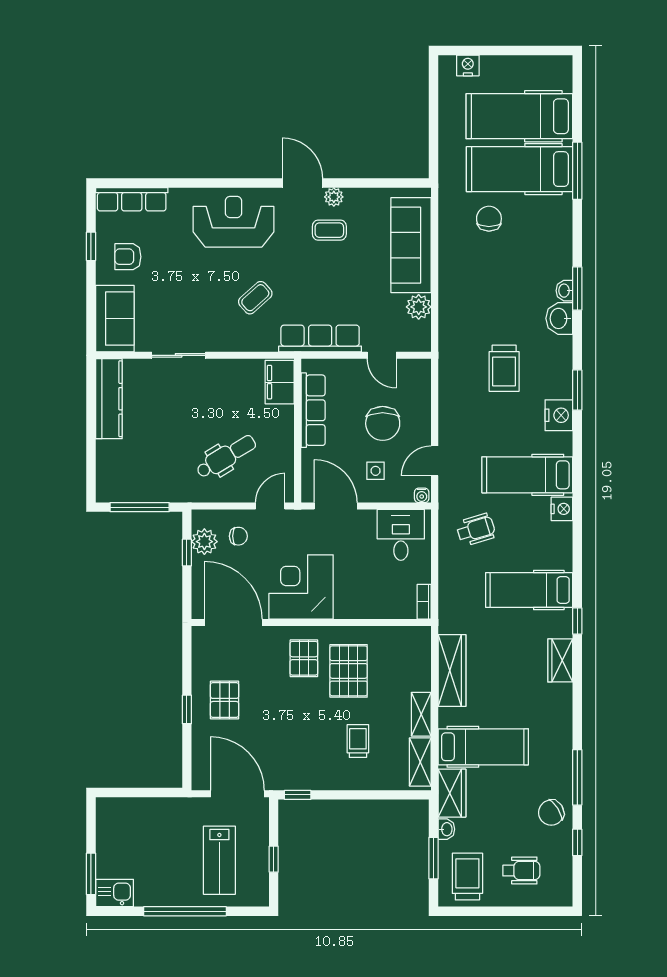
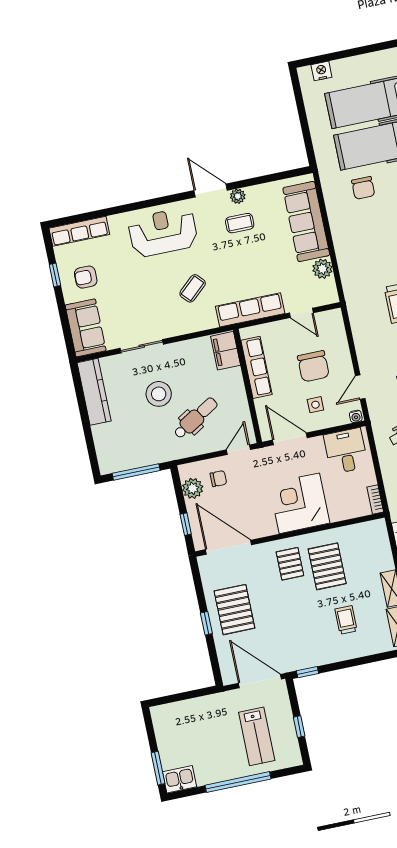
chair: (489, 219) -> (363, 188), turned 180
stool: (187, 418) -> (159, 394), added
window: (187, 552) -> (186, 524), moved
corner desk: (301, 587) -> (299, 503), moved
pallet: (225, 700) -> (234, 610), width x1.50, depth x1.42

